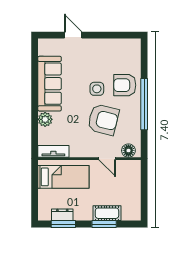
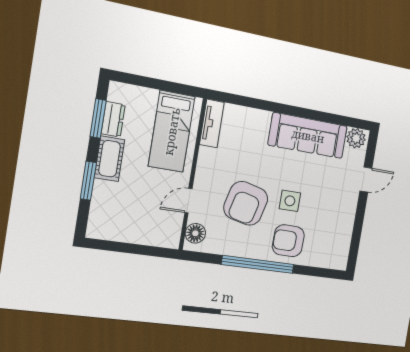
armchair: (125, 85) -> (288, 241), turned -89
plant: (45, 119) -> (356, 138), moved
cot: (107, 213) -> (110, 159), moved

